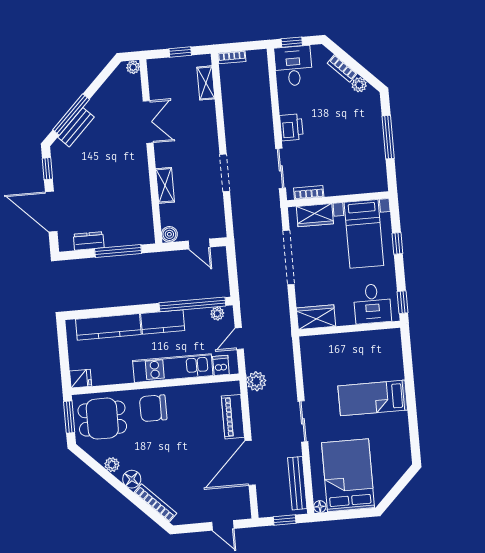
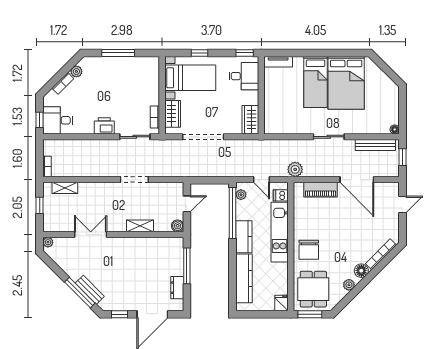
tv unit: (395, 347) -> (278, 62), added
bed: (348, 475) -> (346, 83), moved, turned -90

